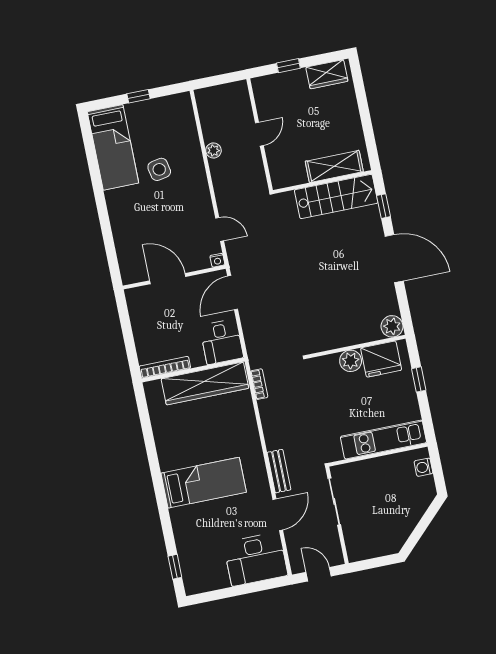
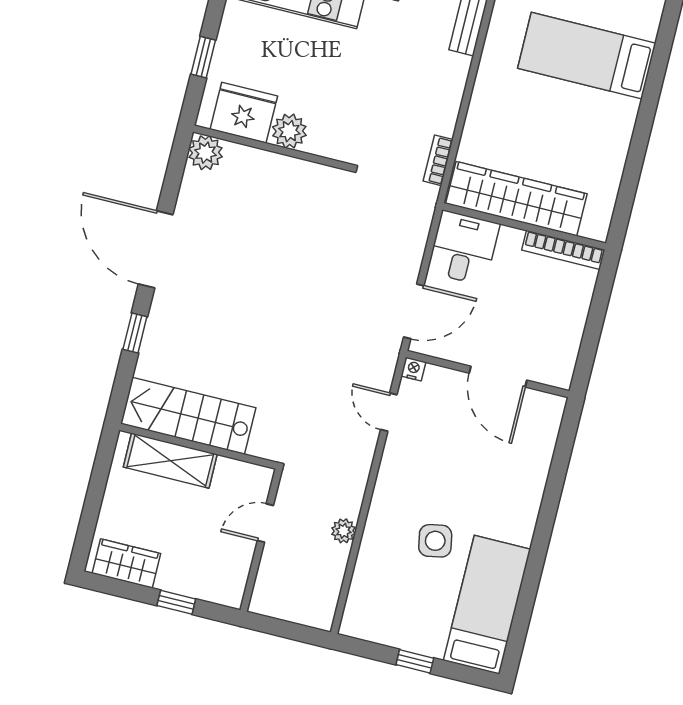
shelving: (334, 166) -> (170, 461), moved
wall: (322, 182) -> (198, 446), moved
stairs: (336, 196) -> (188, 416), moved

